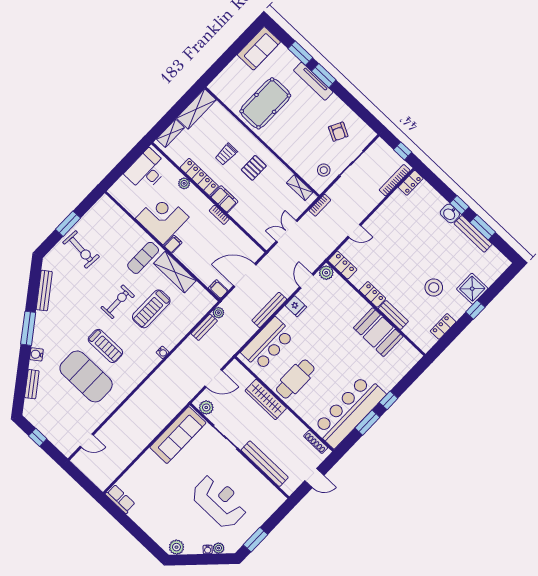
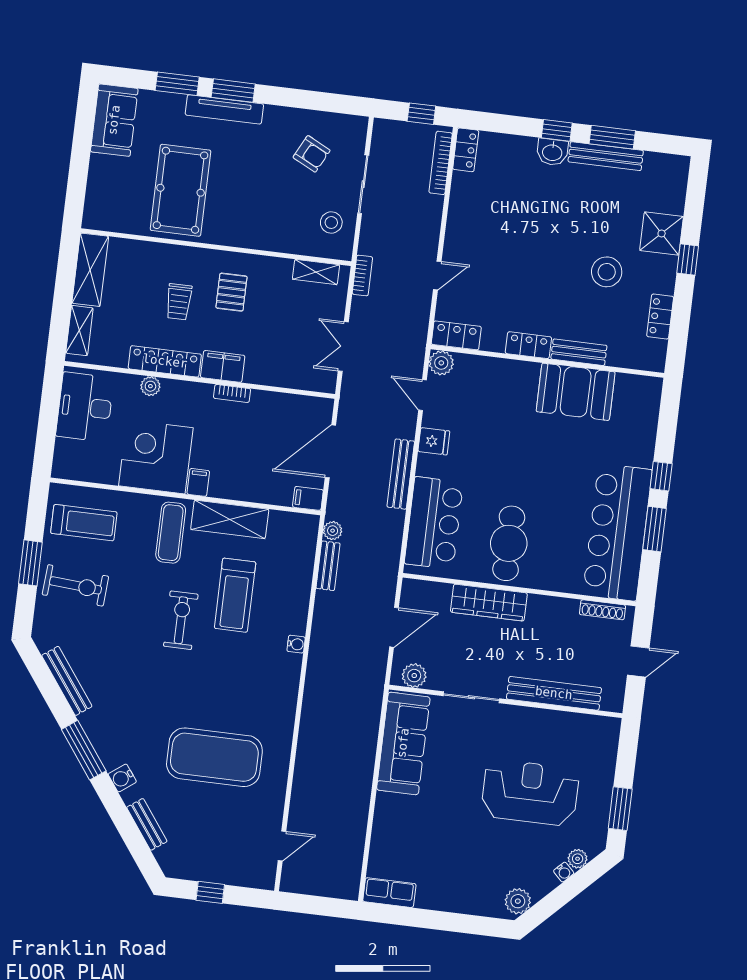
treadmill: (105, 346) -> (84, 523), moved

